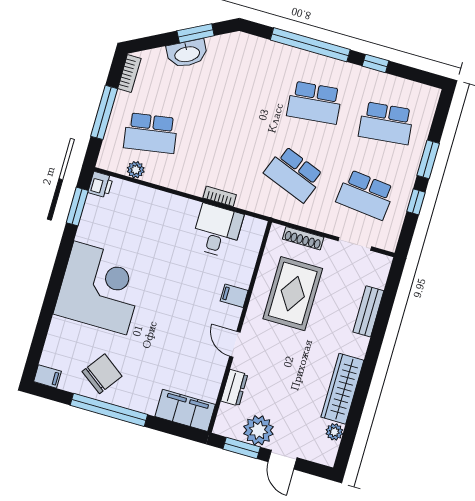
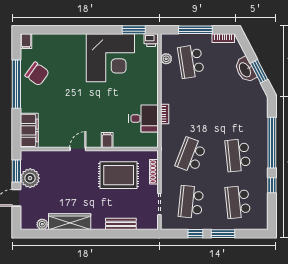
corner desk: (100, 288) -> (110, 58), moved
dresser: (234, 388) -> (52, 156), removed

